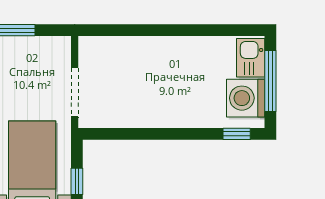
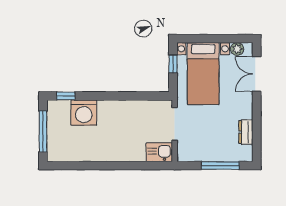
kitchen sink: (251, 58) -> (159, 152), moved, turned -90
washing machine: (246, 98) -> (84, 113), moved, turned 90

